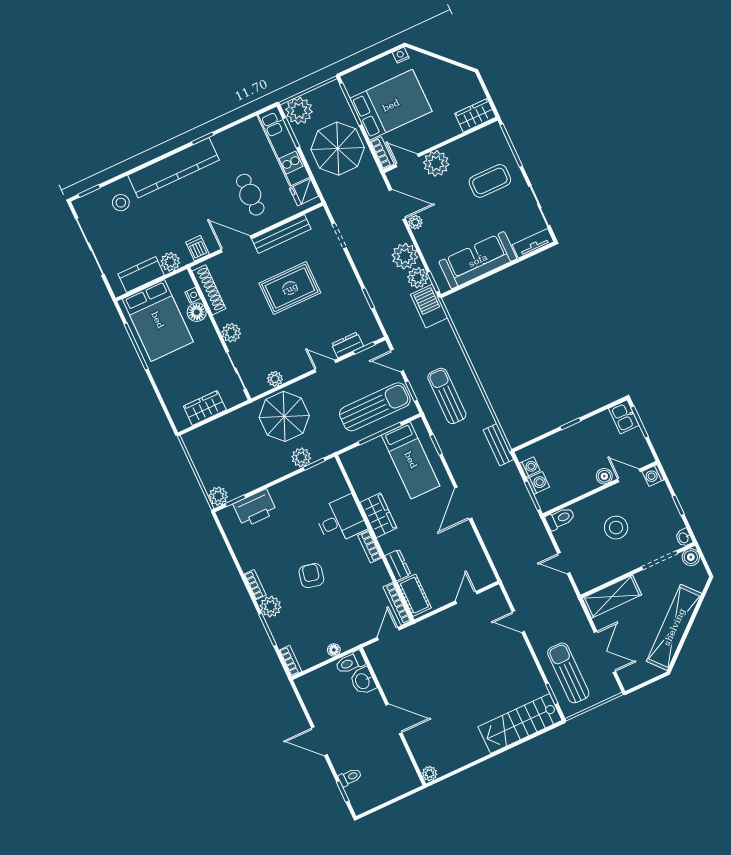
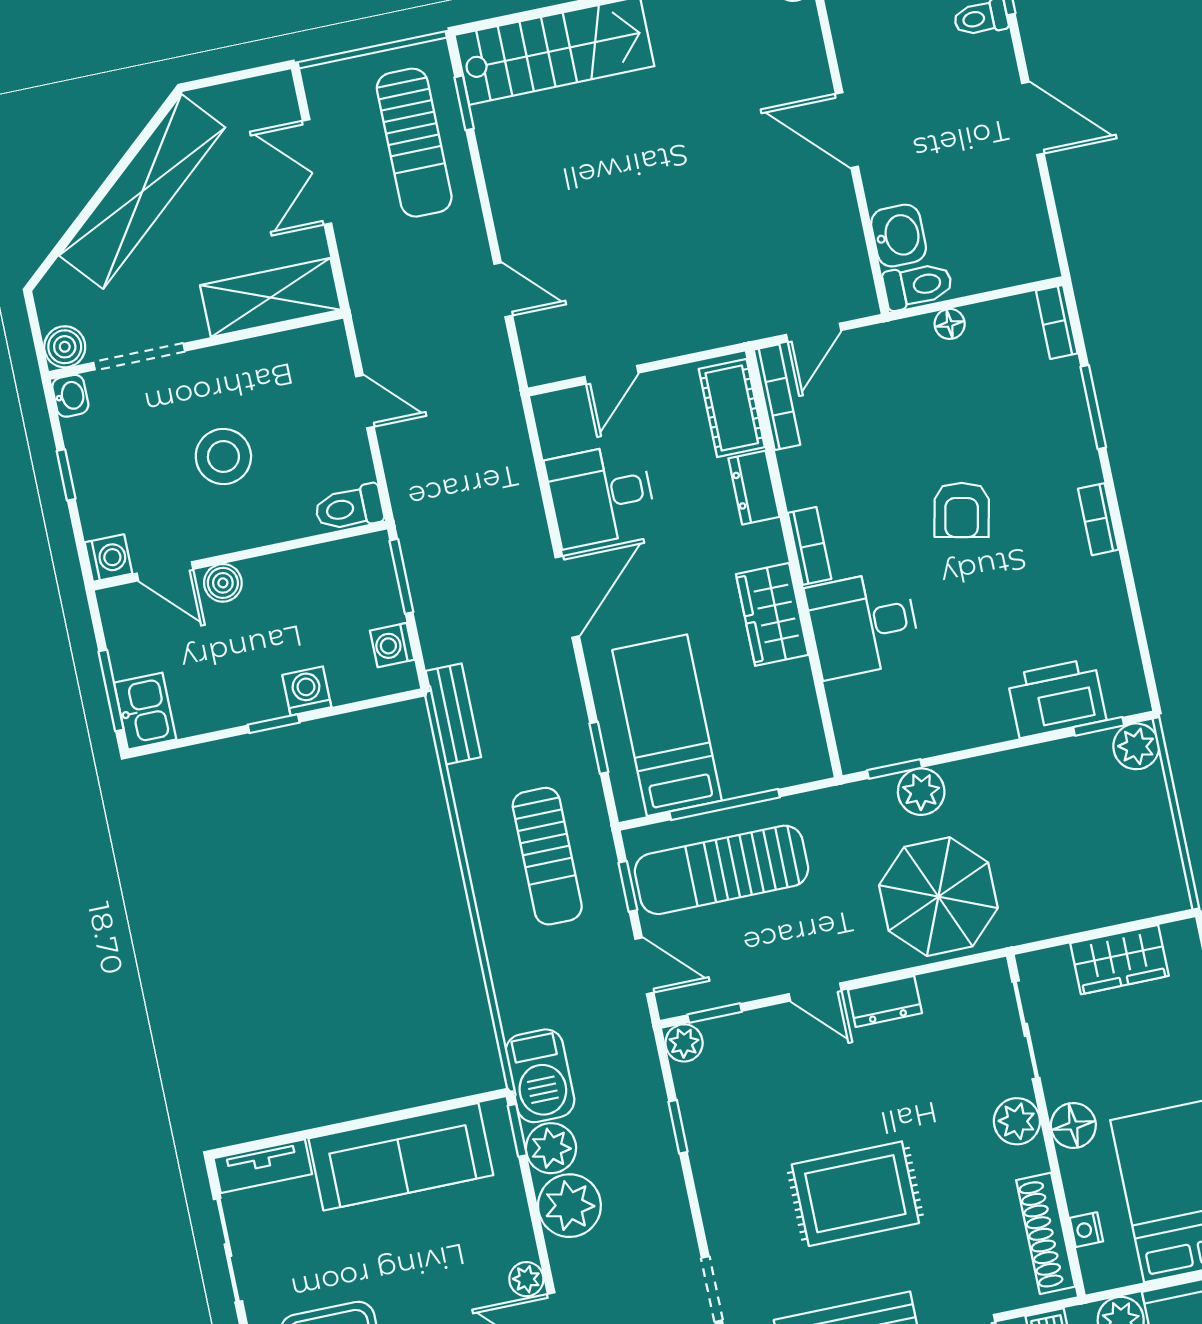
floor lamp: (197, 312) -> (1073, 1125), moved
dresser: (347, 345) -> (885, 1001), moved
plant: (275, 379) -> (684, 1043), moved
washing machine: (538, 483) -> (307, 691), moved, turned 90
desk: (459, 547) -> (601, 495), added
plant: (271, 606) -> (1074, 460), removed

